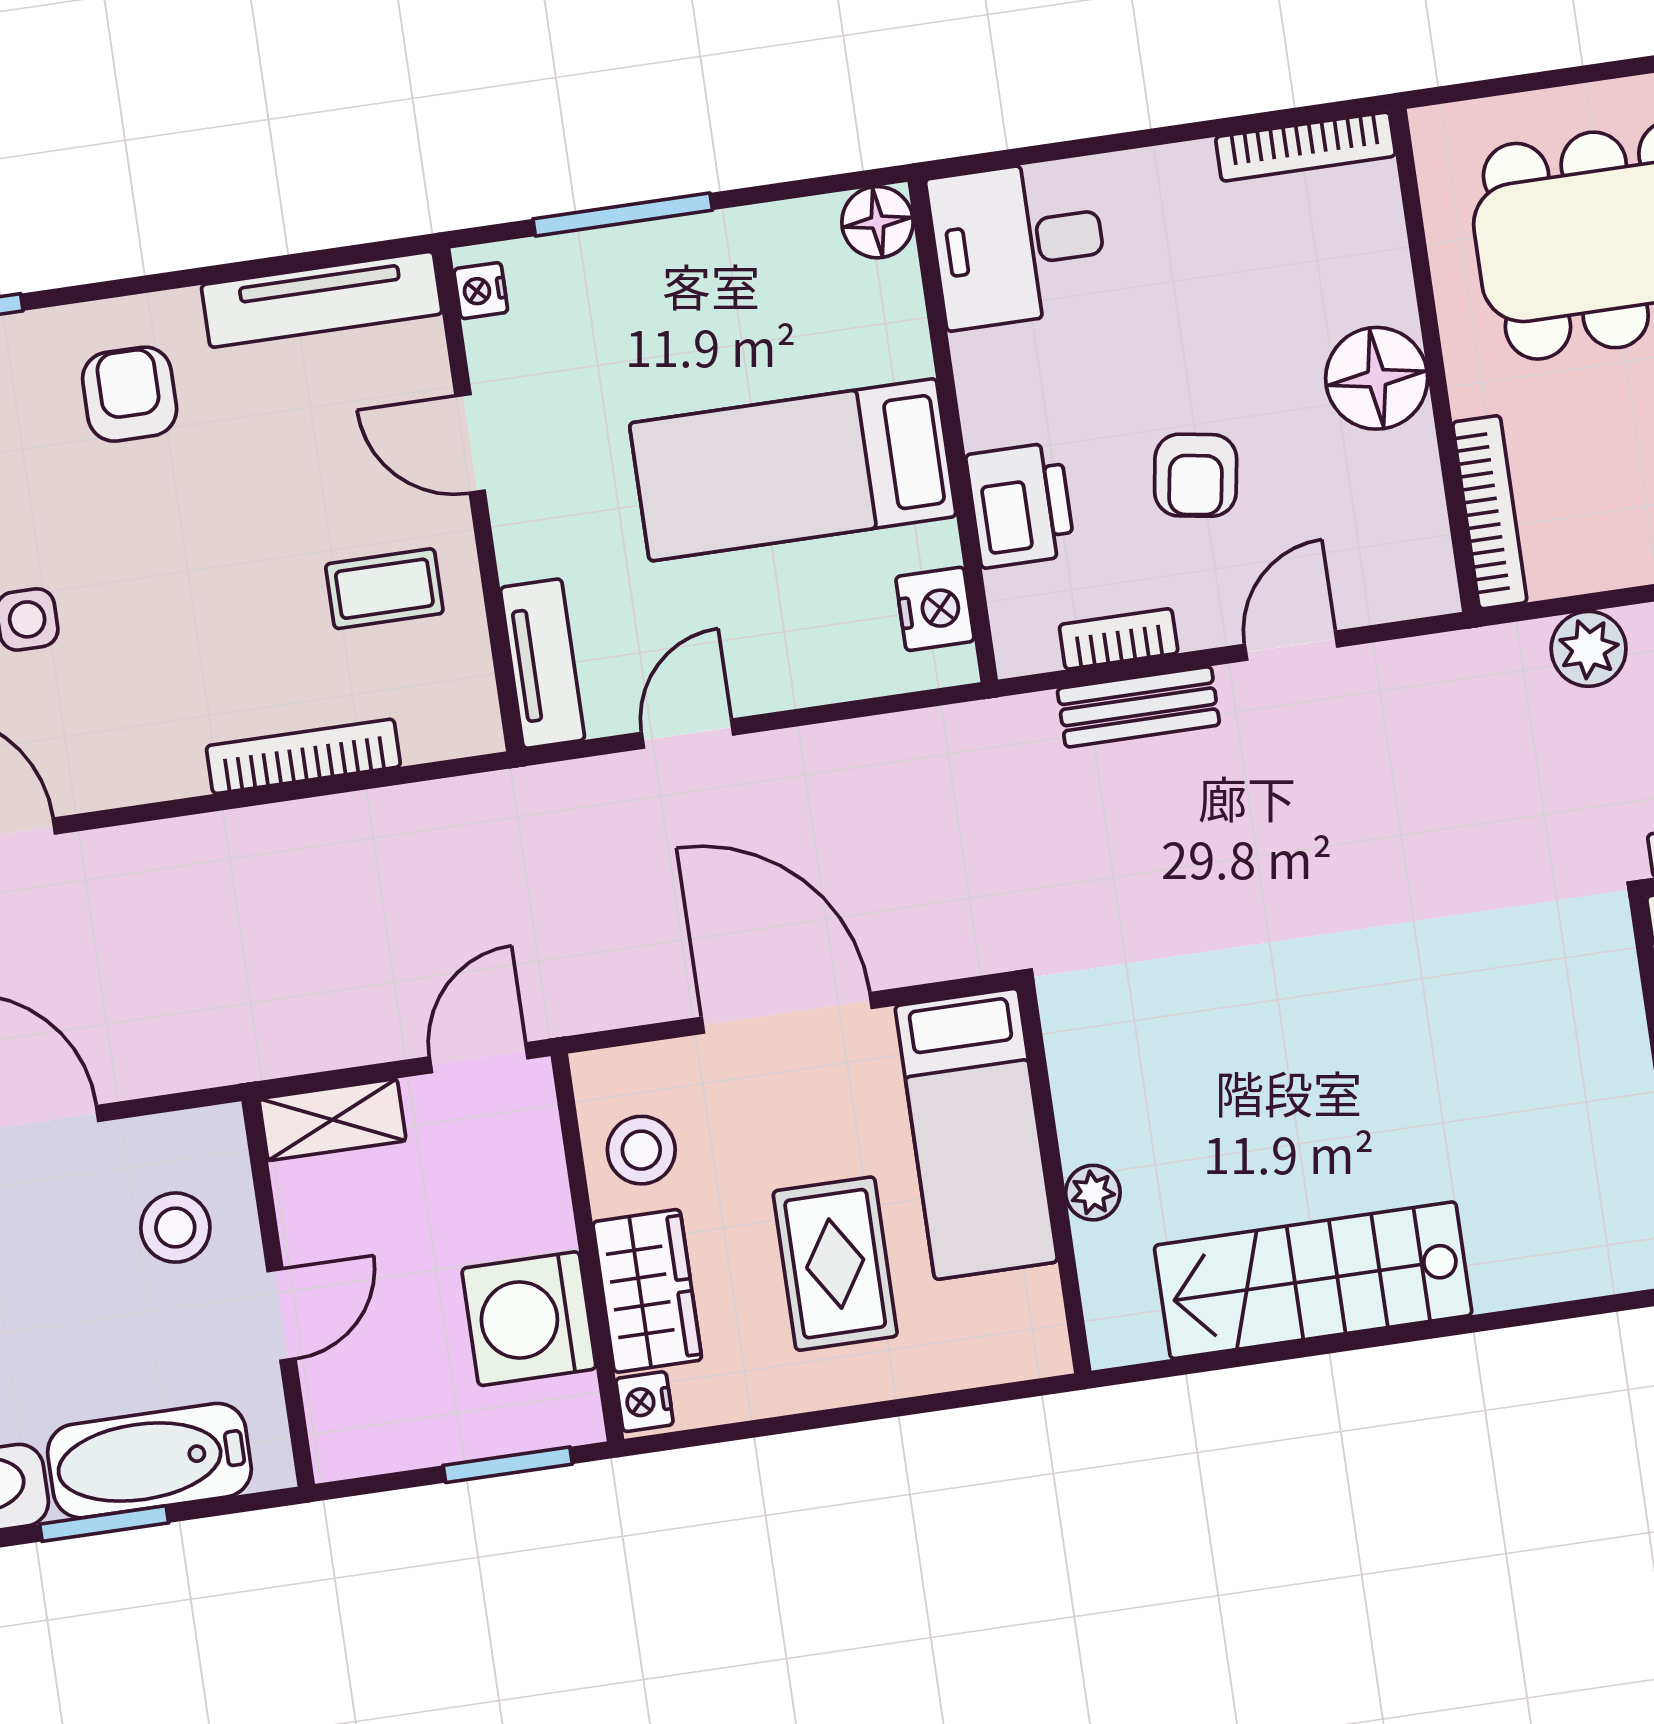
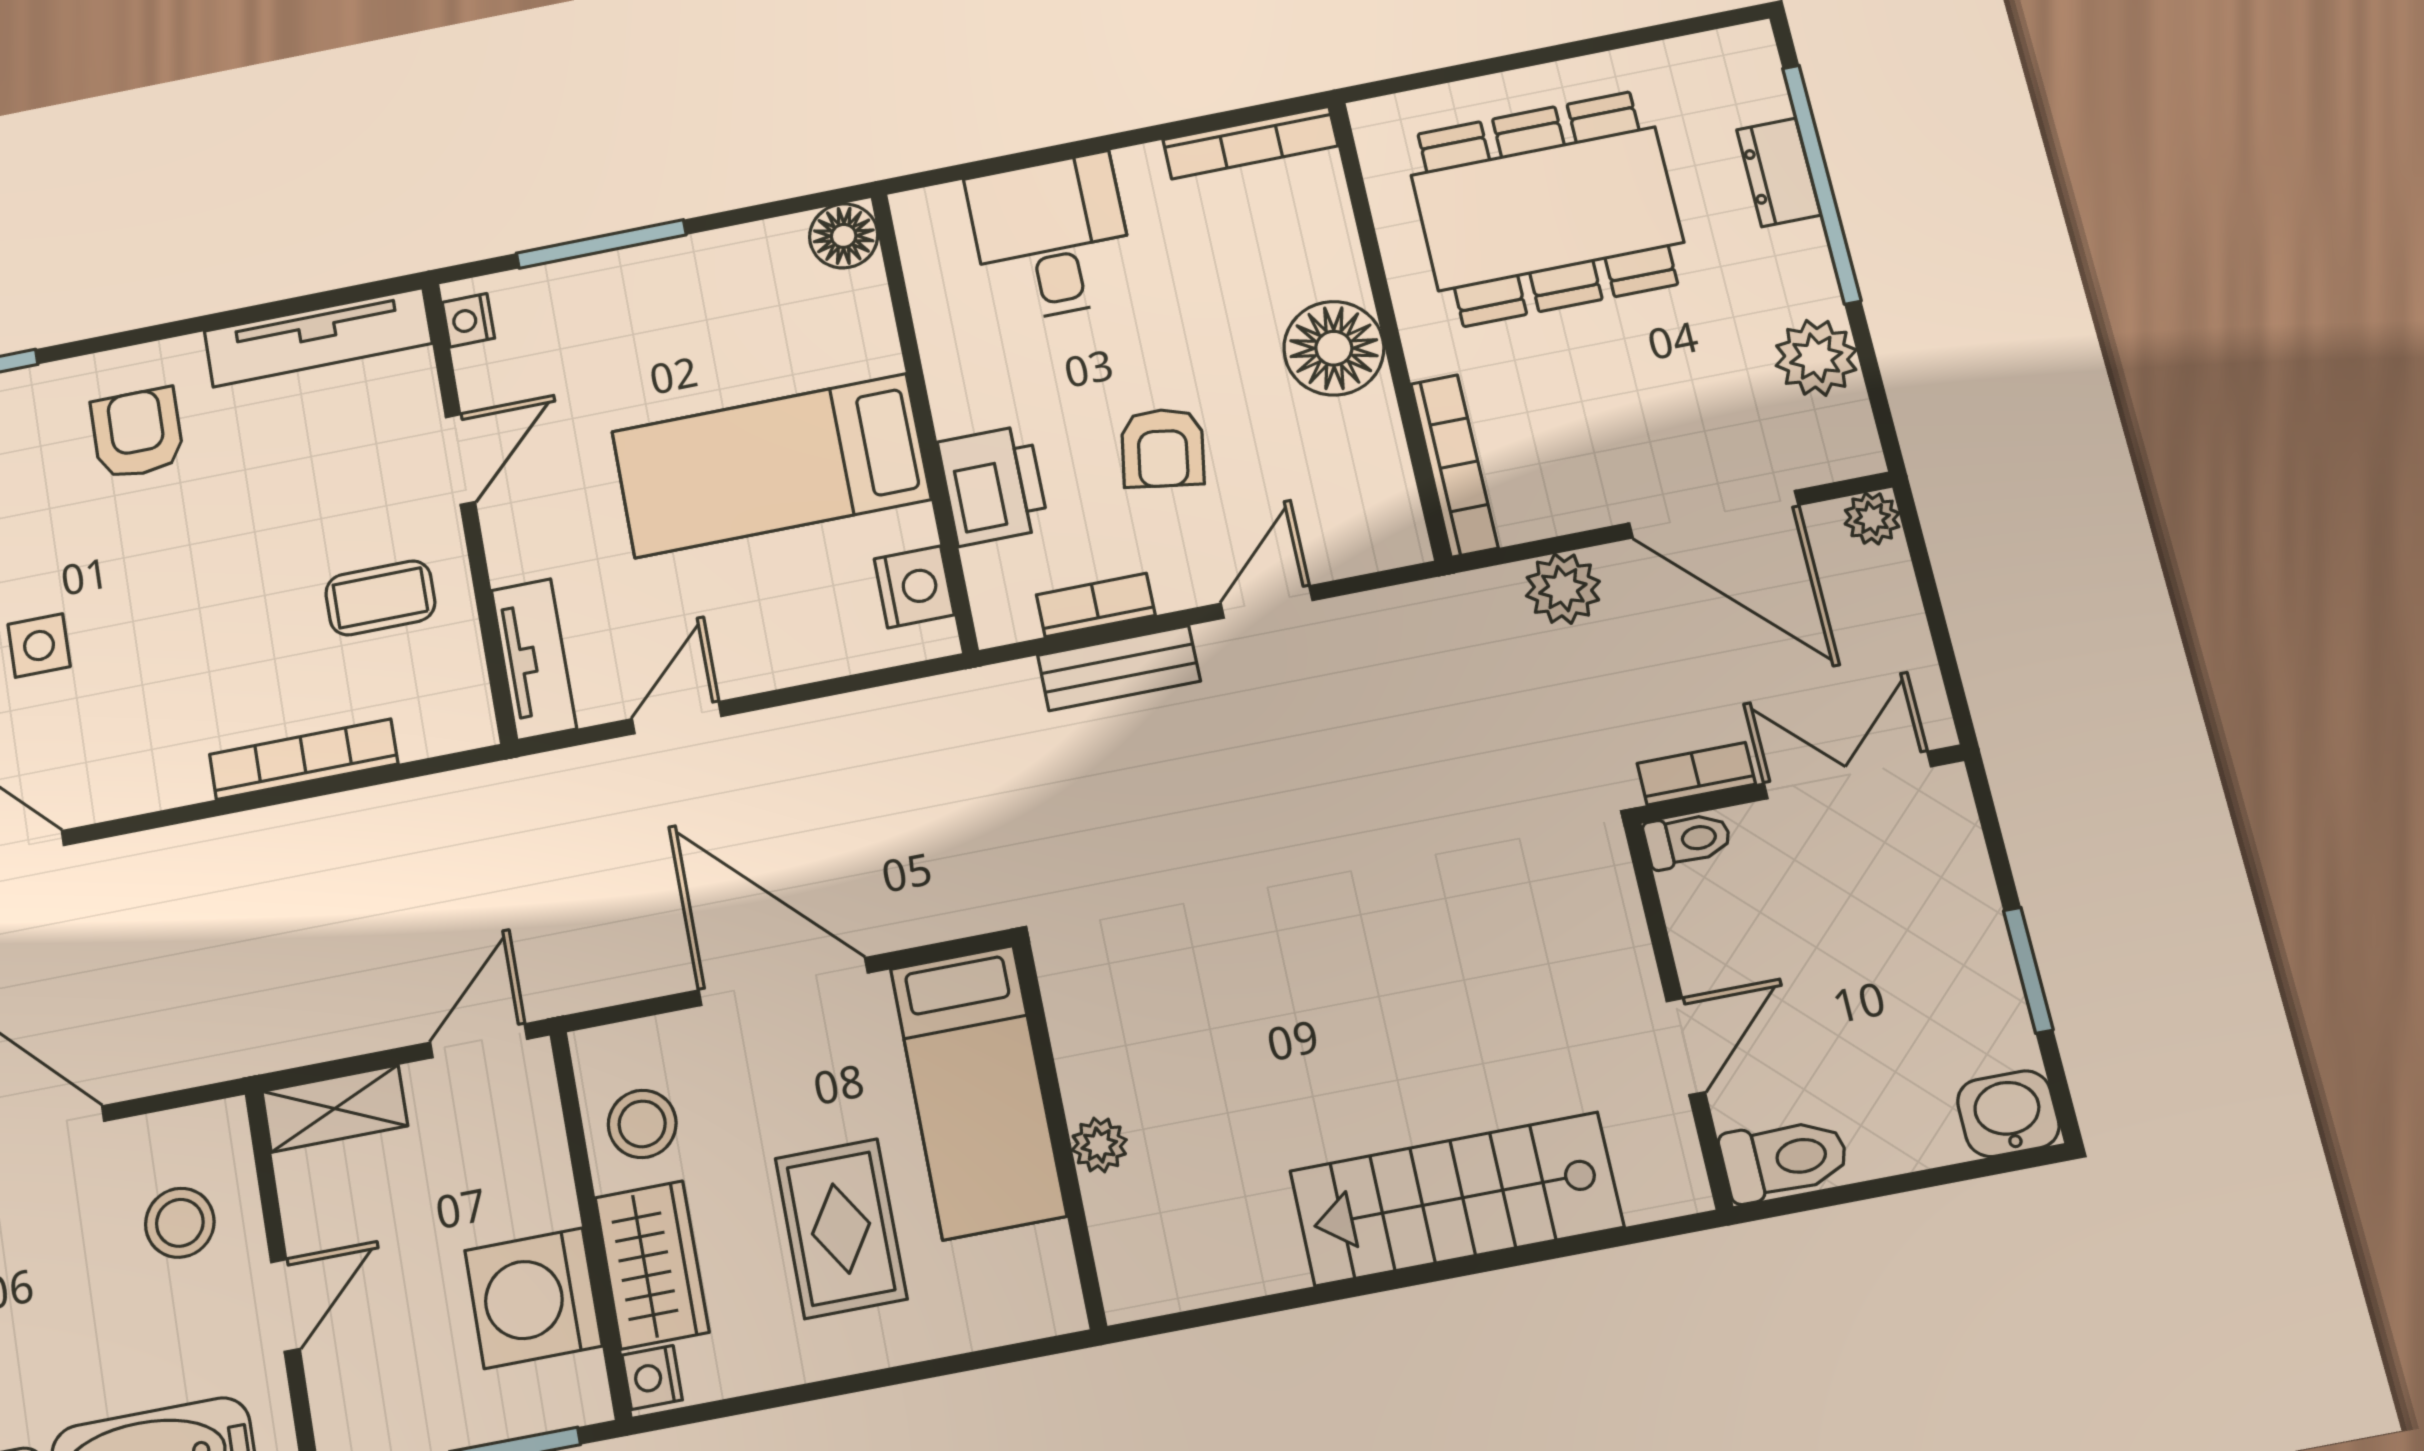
desk: (1018, 244) -> (1051, 238), moved, turned 90
door: (470, 443) -> (460, 459), swing flipped
stairs: (1313, 1280) -> (1456, 1199), moved

